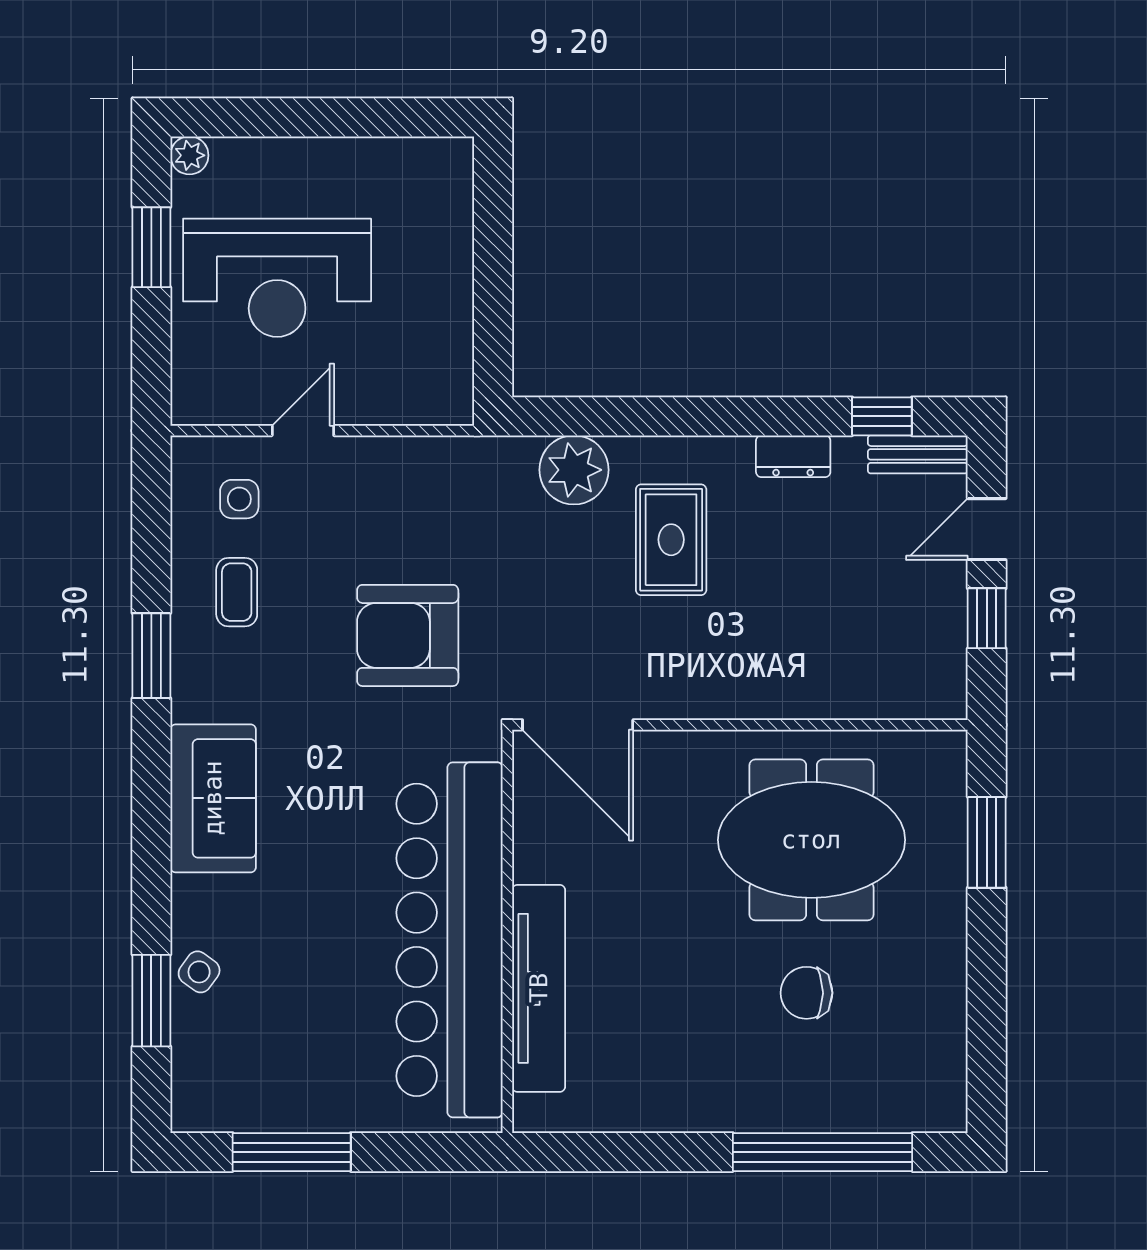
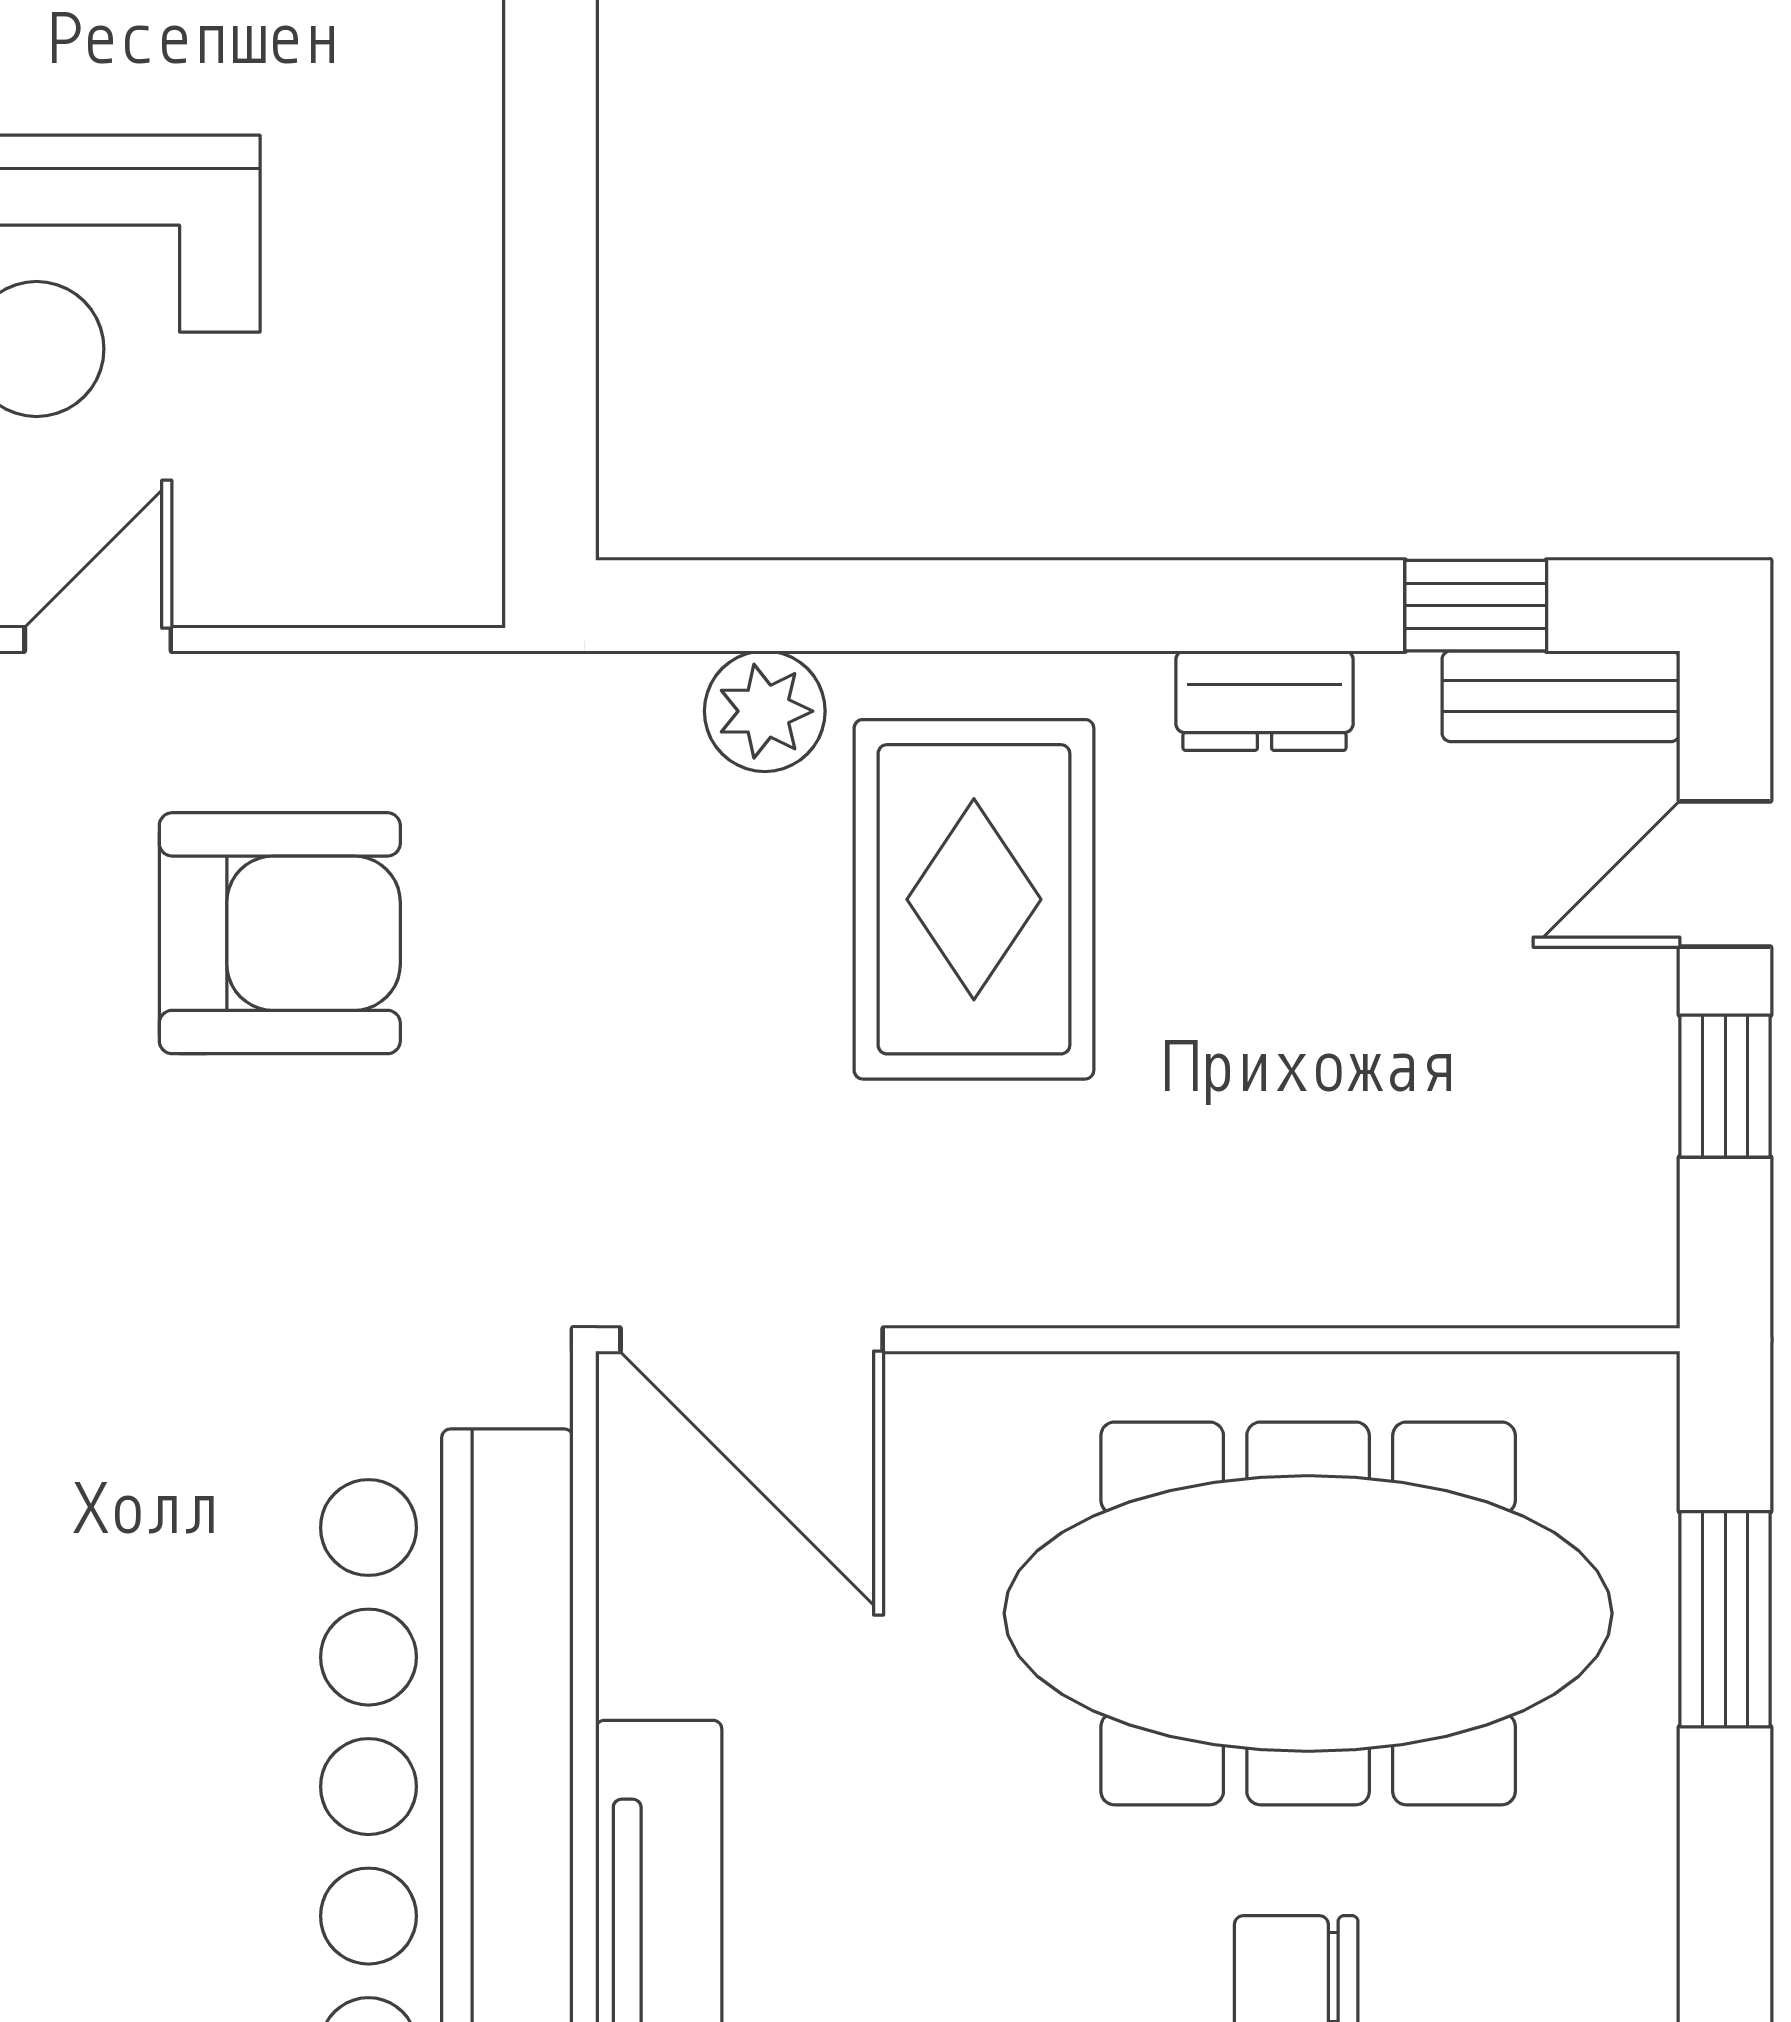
plant: (574, 470) -> (765, 711), width x0.73, depth x0.73
rug: (671, 540) -> (974, 899), width x1.36, depth x1.43
armchair: (408, 635) -> (280, 933), moved, turned 180
meeting table: (811, 840) -> (1308, 1613), width x1.36

